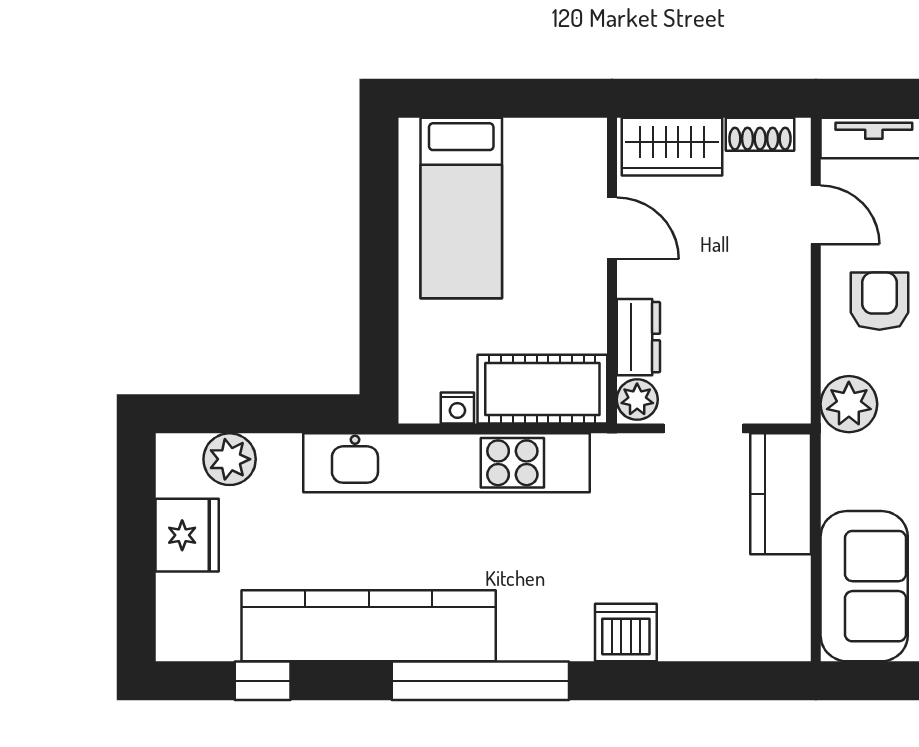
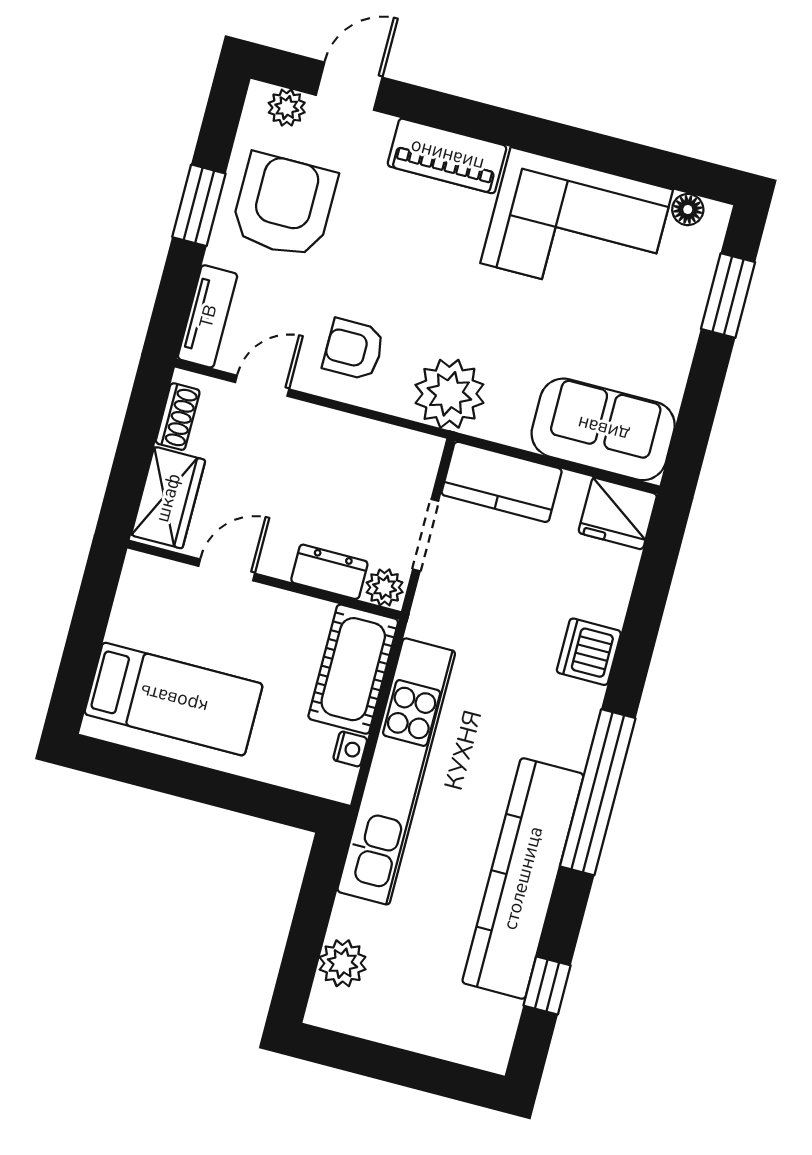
plant: (849, 404) -> (449, 394), width x1.36, depth x1.36
fridge: (187, 535) -> (618, 513), moved, turned 180

